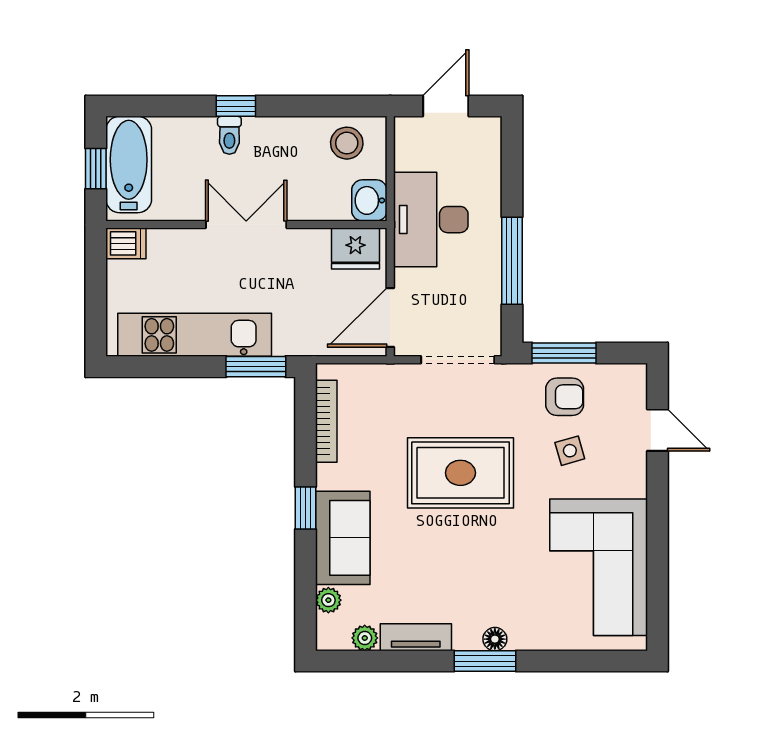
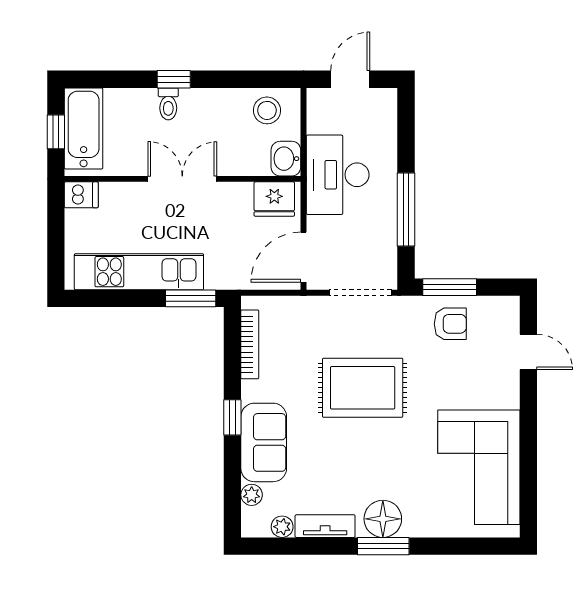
side table: (570, 451) -> (455, 369), removed
floor lamp: (495, 639) -> (383, 519), width x1.89, depth x1.89

